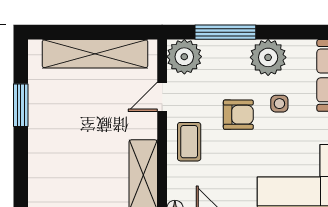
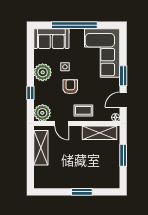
window: (225, 32) -> (30, 93), width x0.46
shelving: (95, 54) -> (41, 148), width x0.68
window: (21, 105) -> (82, 192), moved

